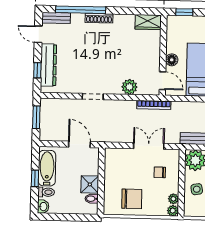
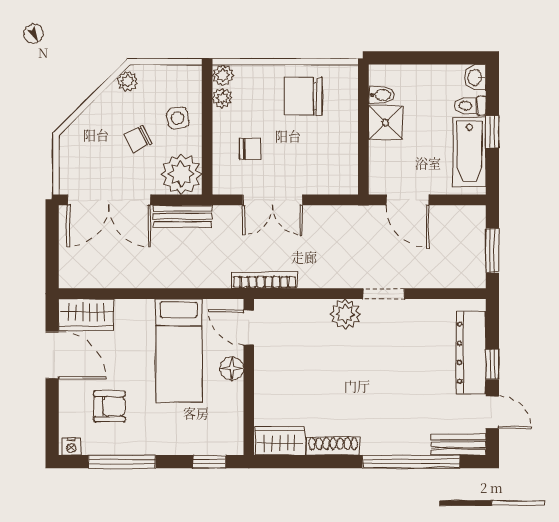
shoe rack: (99, 18) -> (333, 446), moved
window: (37, 70) -> (492, 364), moved
plant: (129, 87) -> (345, 314), moved

